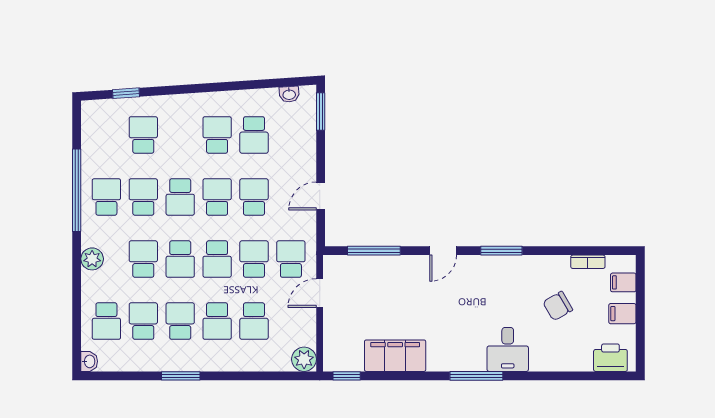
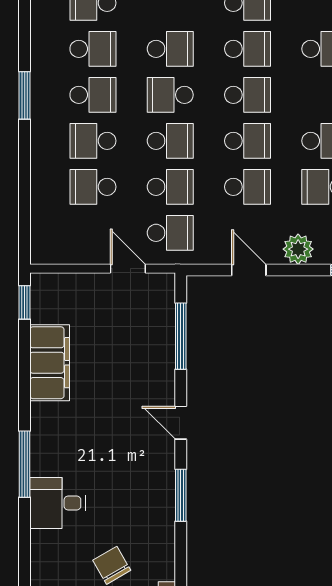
school desk: (180, 197) -> (248, 95), turned 180
school desk: (217, 259) -> (170, 141), turned 180
plant: (304, 359) -> (298, 249), moved

